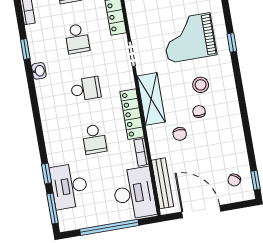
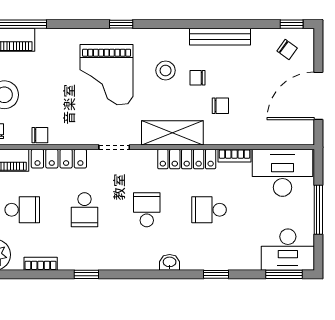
school desk: (77, 39) -> (85, 210), turned 90
washbasin: (39, 71) -> (170, 262), moved
school desk: (94, 139) -> (209, 210), turned 180
window: (47, 174) -> (216, 274), moved
bench: (162, 183) -> (220, 37), moved
desk: (69, 186) -> (288, 250), moved
window: (109, 227) -> (318, 210), width x0.68

